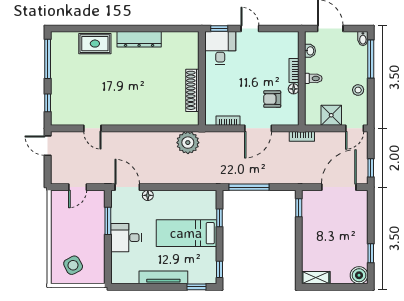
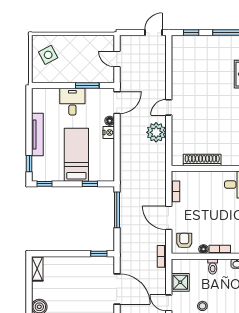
armchair: (272, 99) -> (184, 241), moved
door: (92, 128) -> (169, 107), moved
plant: (188, 143) -> (156, 132), moved
nightstand: (161, 196) -> (109, 133), added

